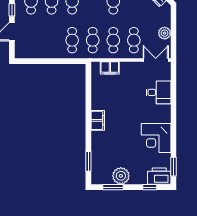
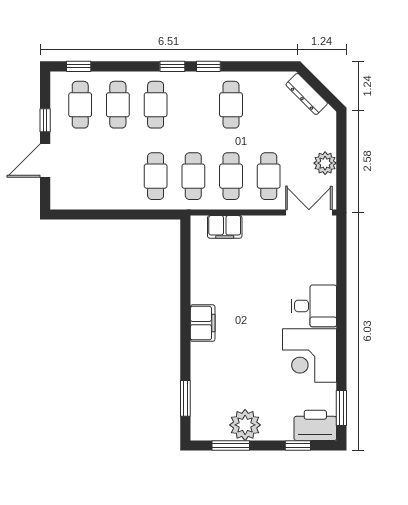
desk: (158, 92) -> (314, 306), moved

